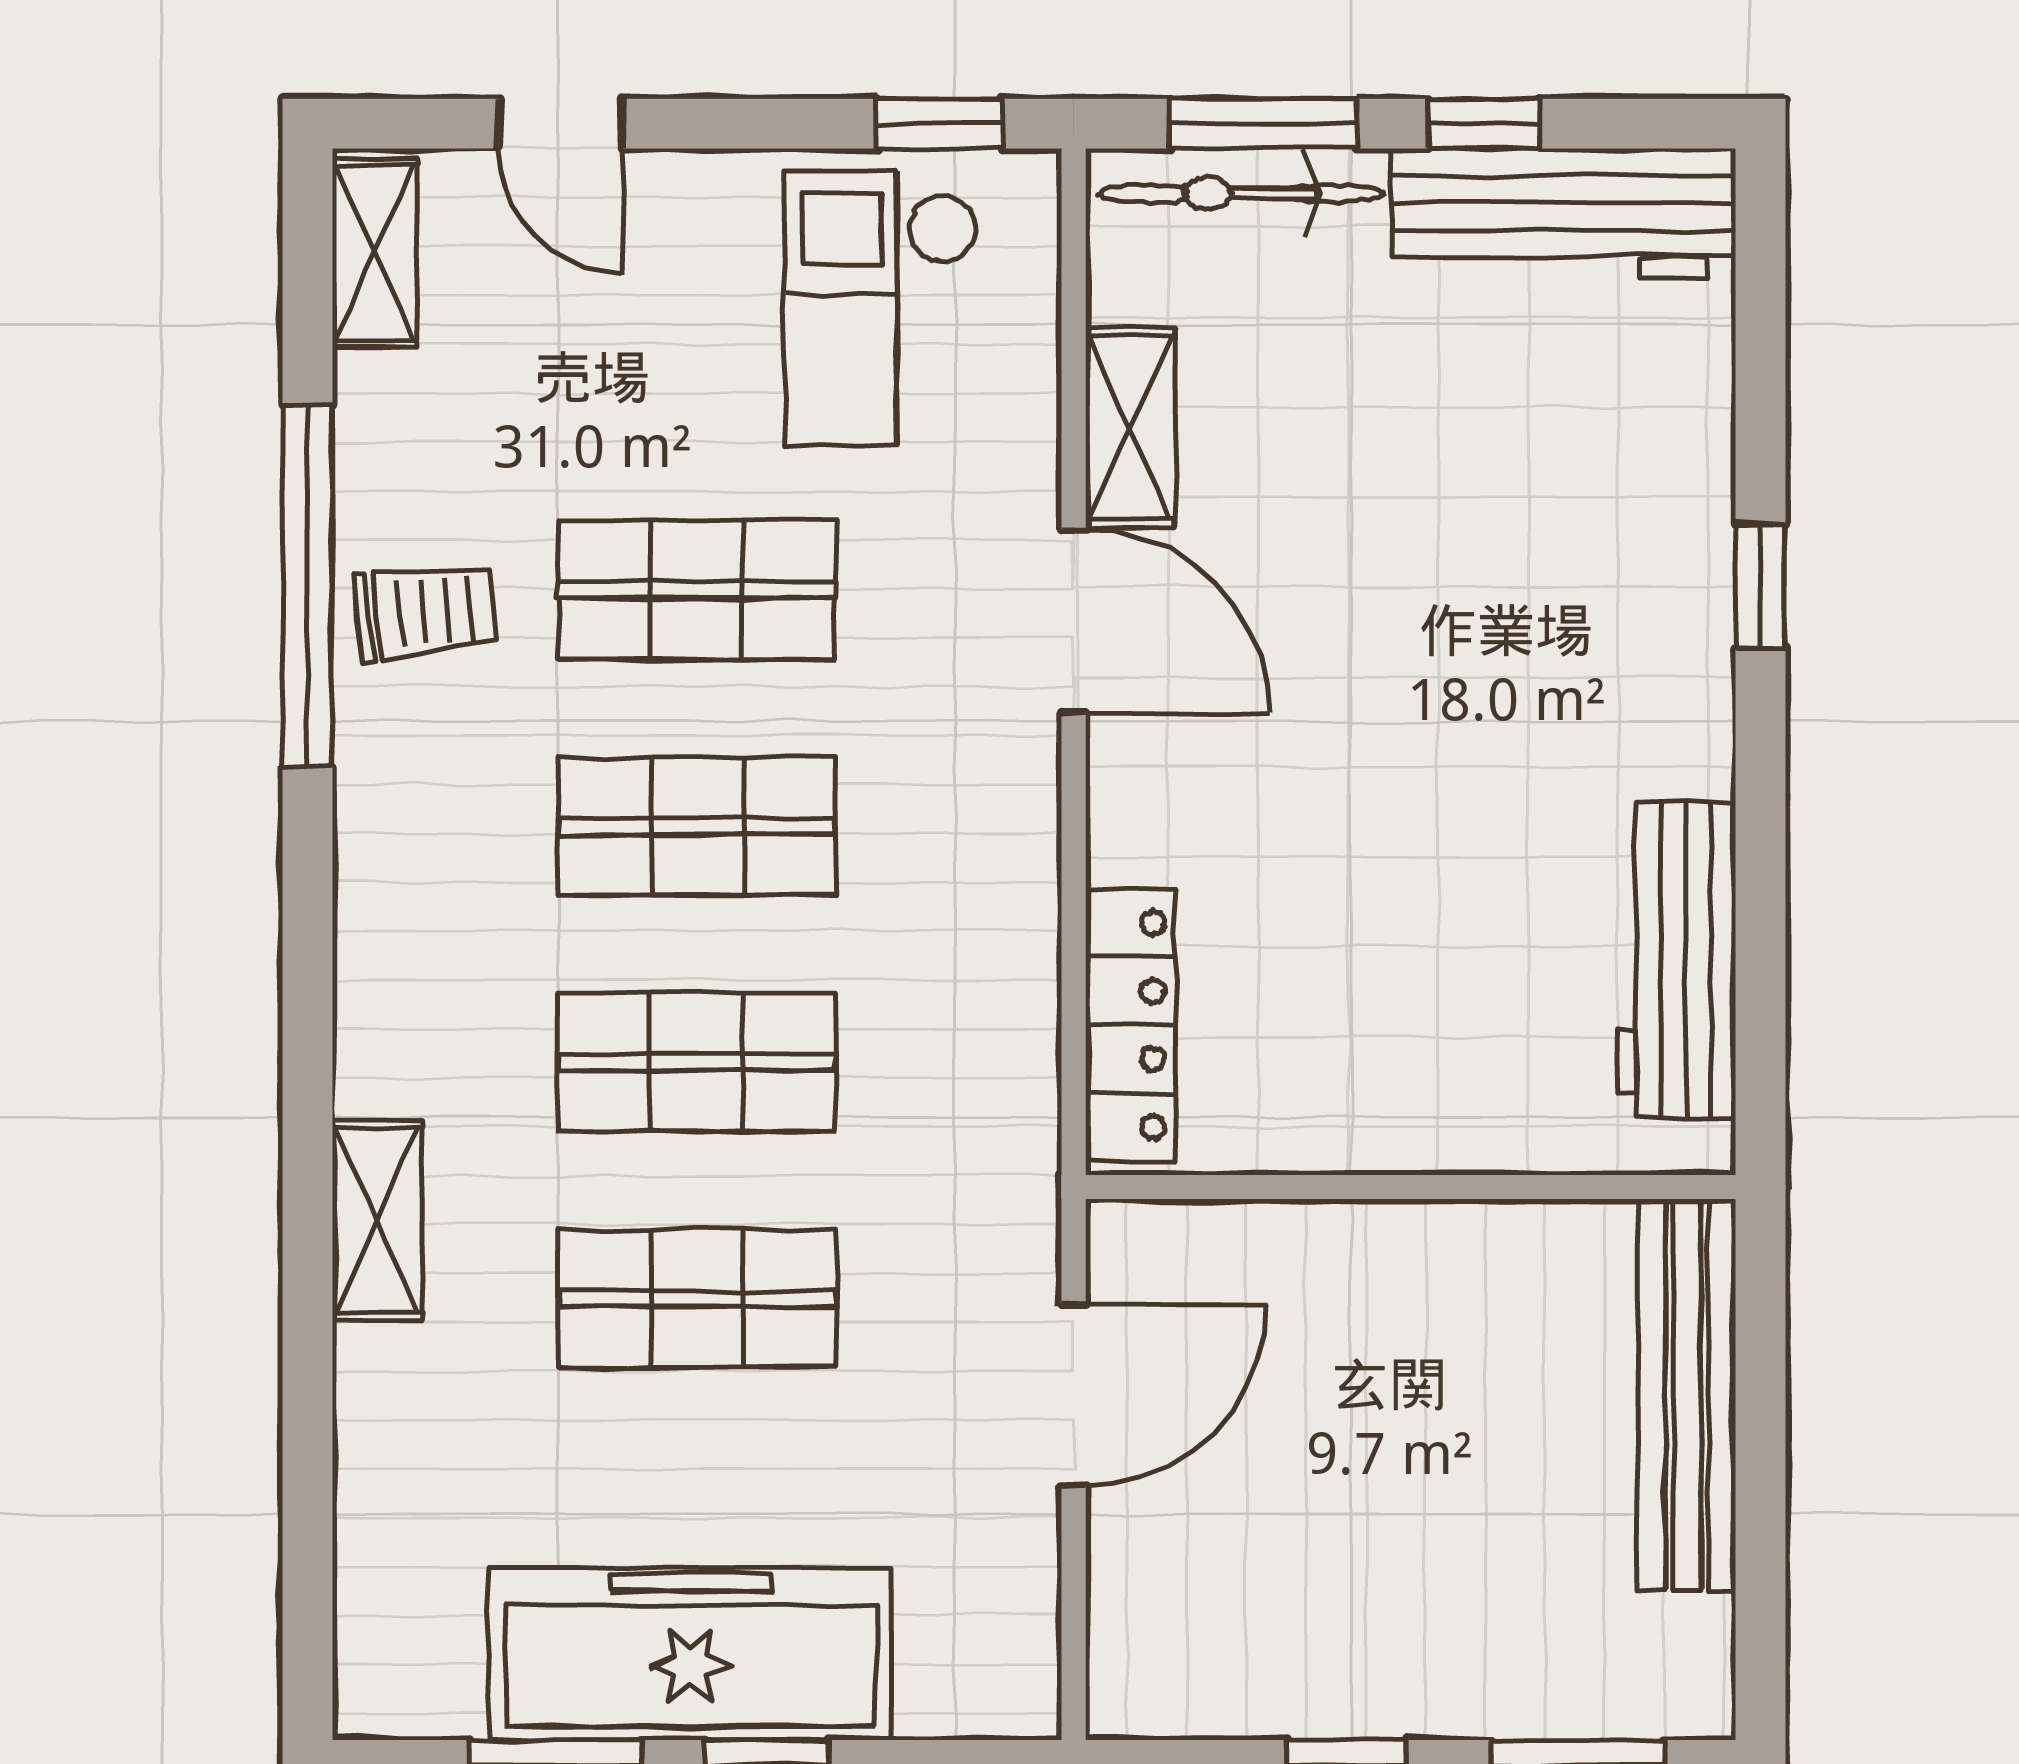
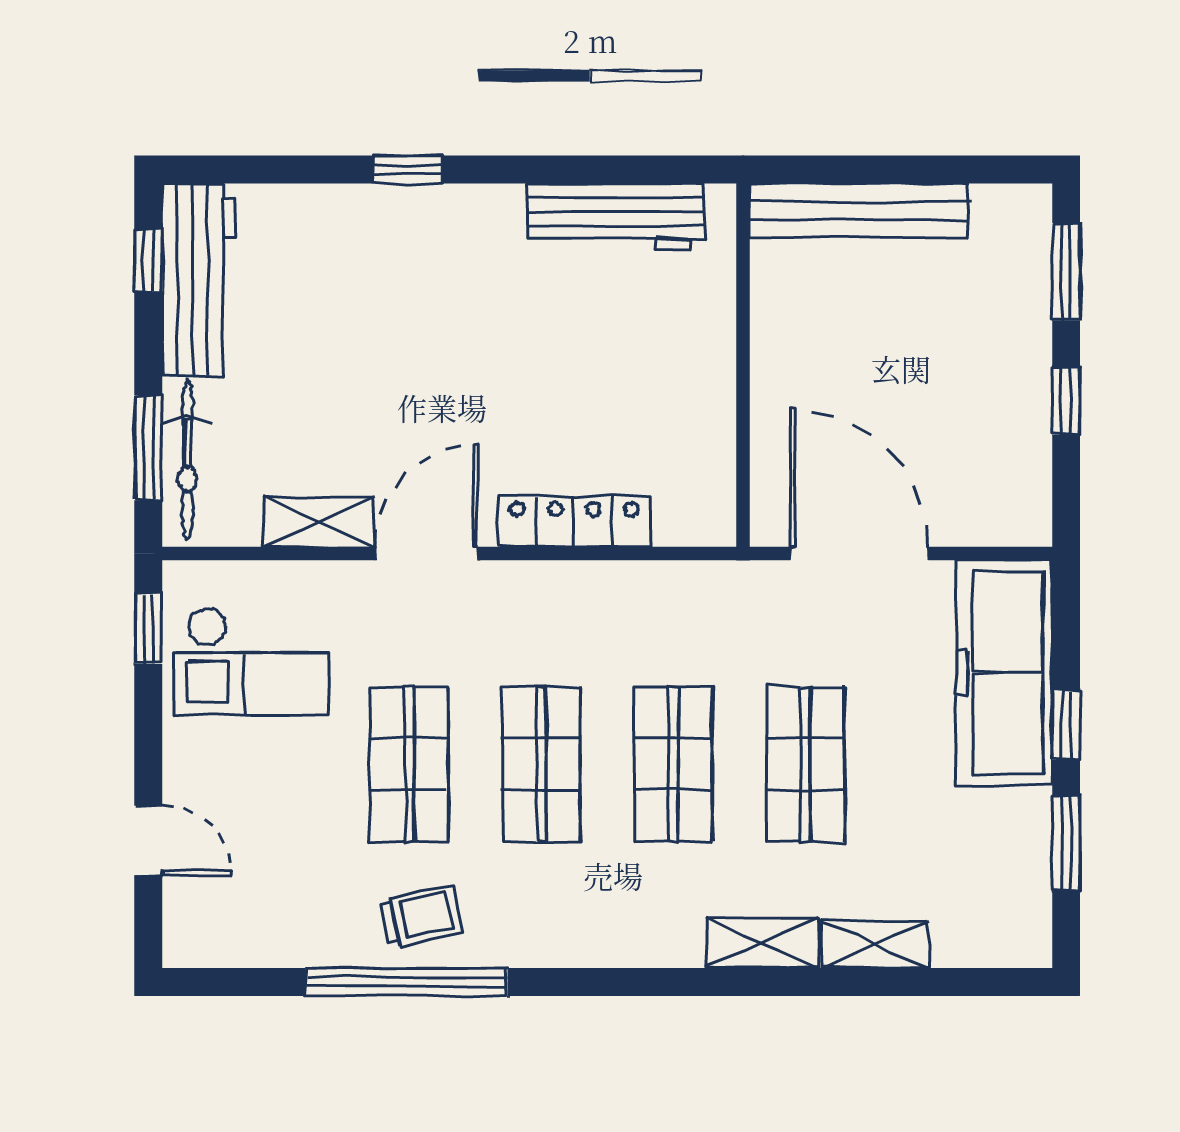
door: (561, 124) -> (148, 840), hinge flipped
window: (1484, 124) -> (148, 260), moved
shelving: (375, 253) -> (875, 944), moved
trolley: (425, 612) -> (421, 916), turned 84
locker: (1131, 1025) -> (574, 522), moved
door: (1074, 1395) -> (859, 554), width x1.36
freezer: (690, 1654) -> (1004, 673), moved

